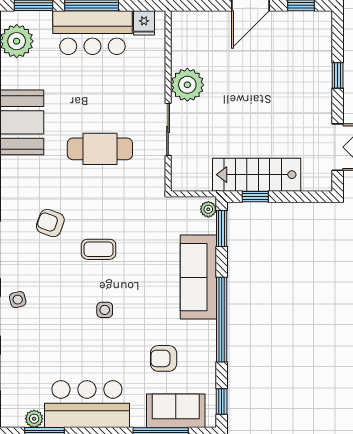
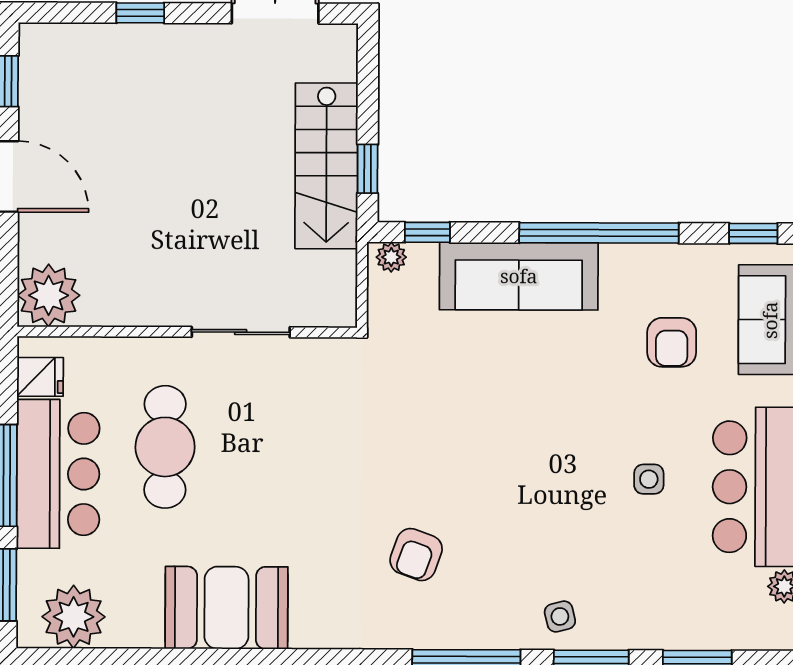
plant: (187, 85) -> (49, 295), moved
cafe table: (100, 149) -> (165, 447), moved
window: (222, 228) -> (427, 232), width x0.67
coffee table: (99, 249) -> (466, 464), removed
side table: (105, 310) -> (649, 479), moved

